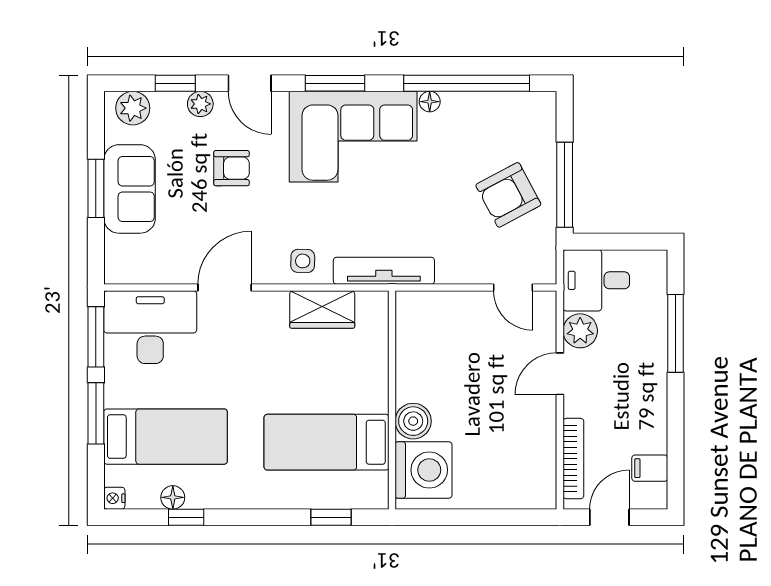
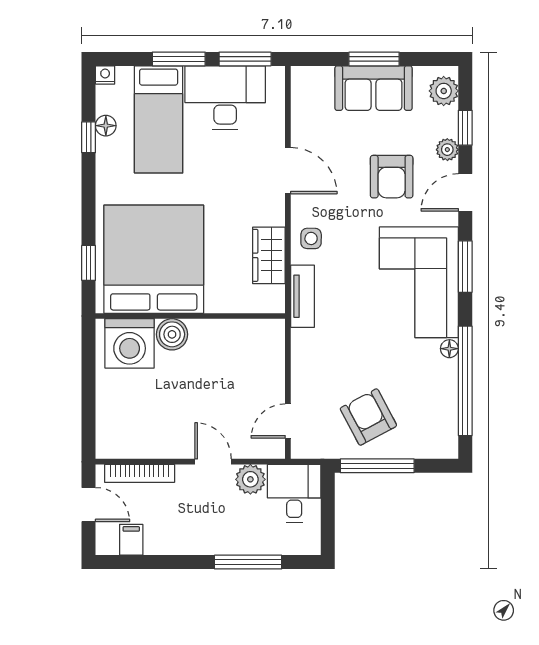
armchair: (231, 168) -> (392, 177), width x1.38, depth x1.38
tv unit: (384, 271) -> (303, 296), width x0.71
desk: (150, 327) -> (225, 97), moved, turned -90
bed: (327, 442) -> (154, 259), width x2.04

